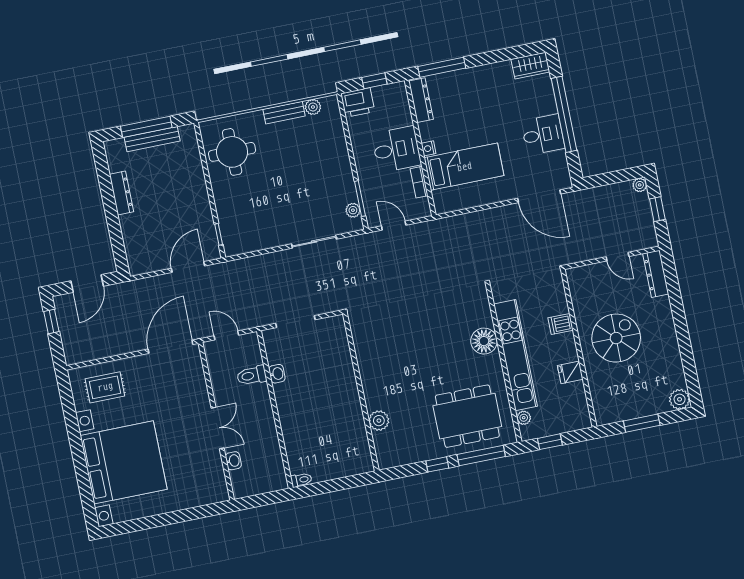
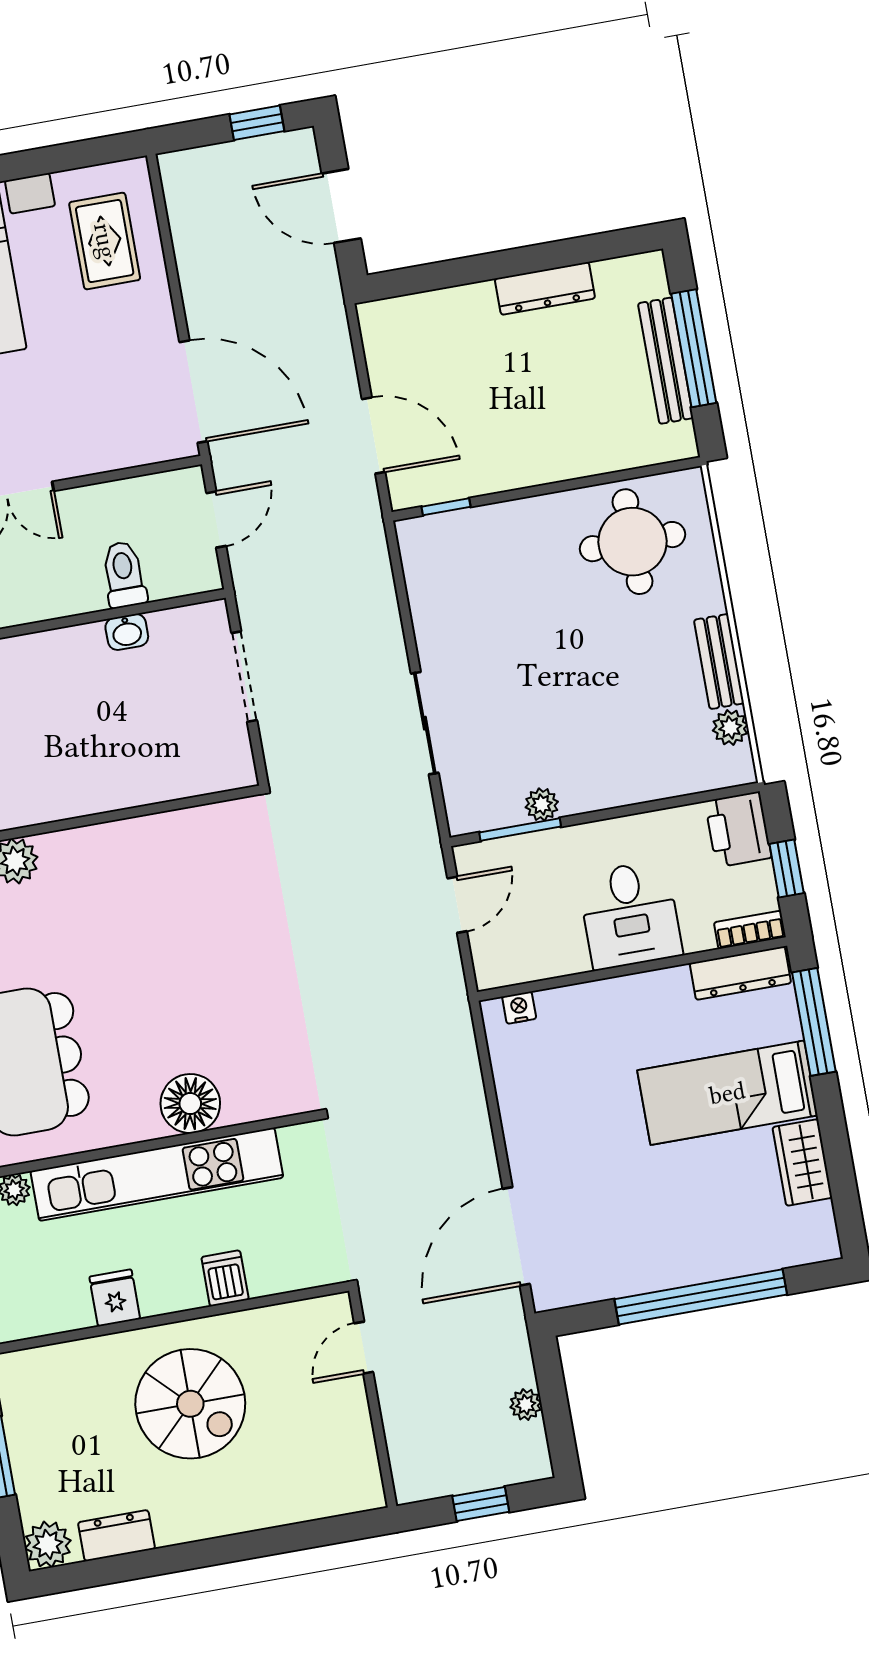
wardrobe: (530, 66) -> (802, 1162), moved
desk: (543, 135) -> (656, 1248), removed
nightstand: (429, 148) -> (519, 1008), moved
bed: (464, 167) -> (727, 1093), moved, turned 90
bookcase: (419, 182) -> (750, 930), moved
plant: (640, 185) -> (526, 1405), moved
plant: (353, 210) -> (542, 804), moved
door: (618, 257) -> (364, 1348), moved
dresser: (656, 274) -> (117, 1536), moved, width x0.70

